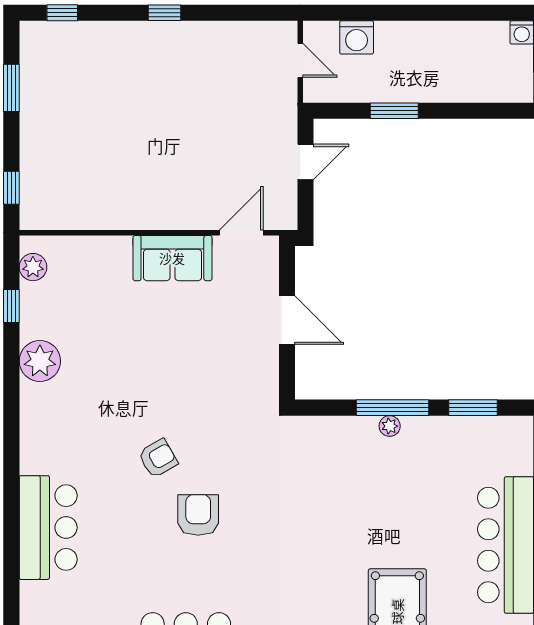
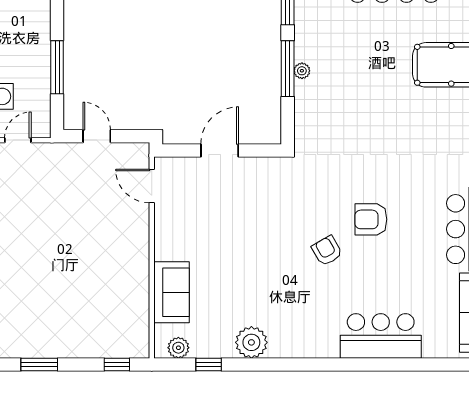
window: (394, 111) -> (57, 67), width x1.44
sofa: (172, 258) -> (171, 292), moved

